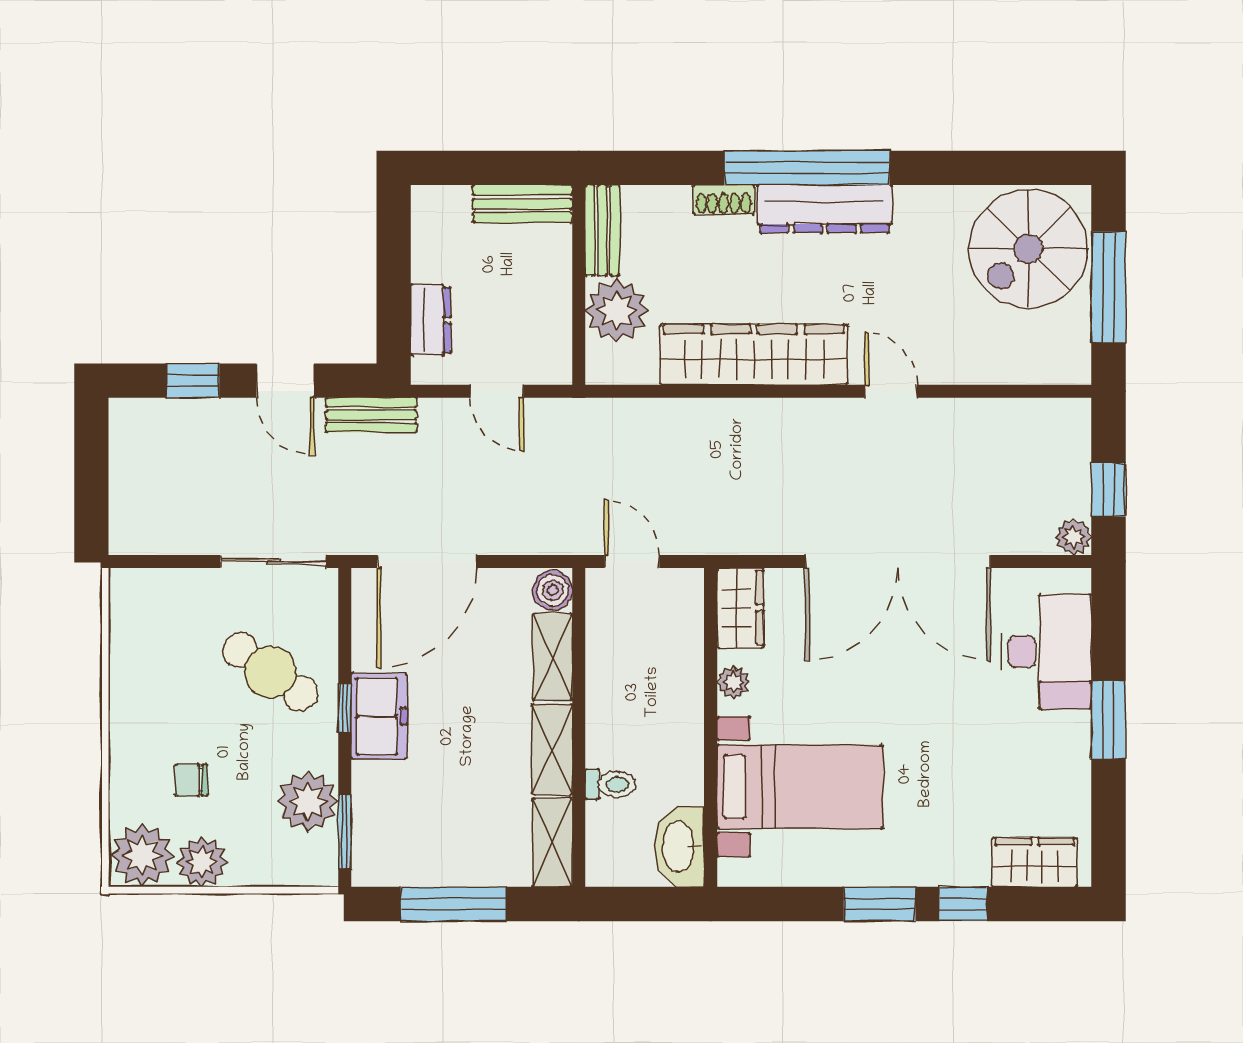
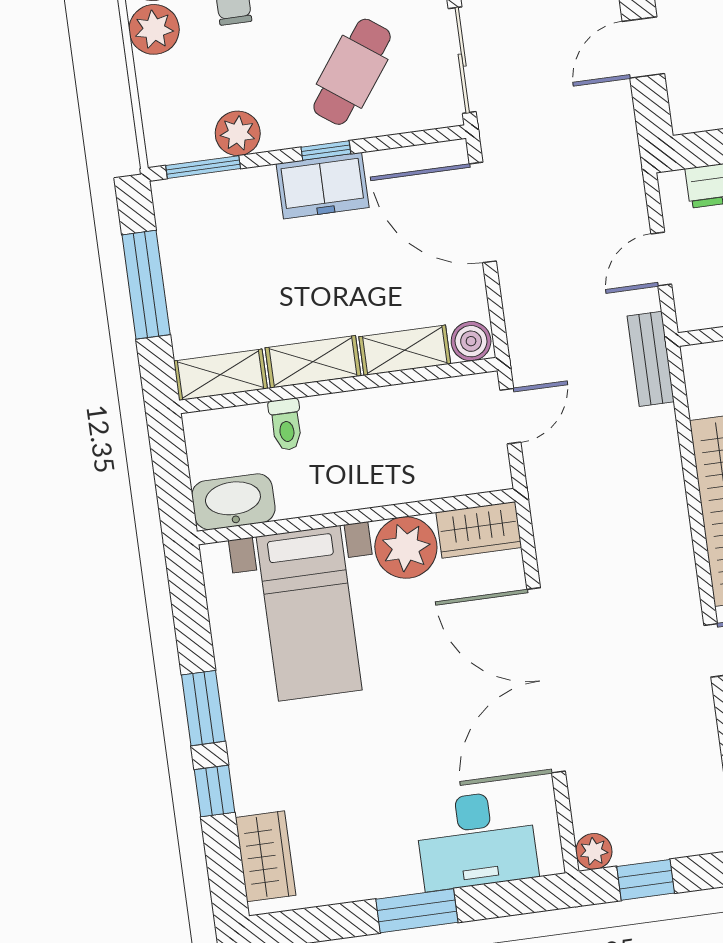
bench: (371, 415) -> (651, 359), moved
plant: (733, 682) -> (406, 547), width x1.87, depth x1.87
plant: (308, 801) -> (238, 133), width x0.73, depth x0.73

